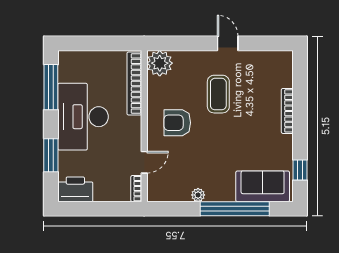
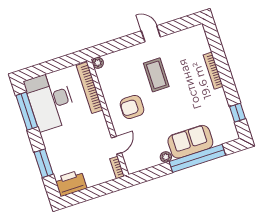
plant: (160, 63) -> (98, 63), width x0.53, depth x0.53
desk: (83, 117) -> (50, 101), moved
sofa: (263, 186) -> (190, 142), moved

